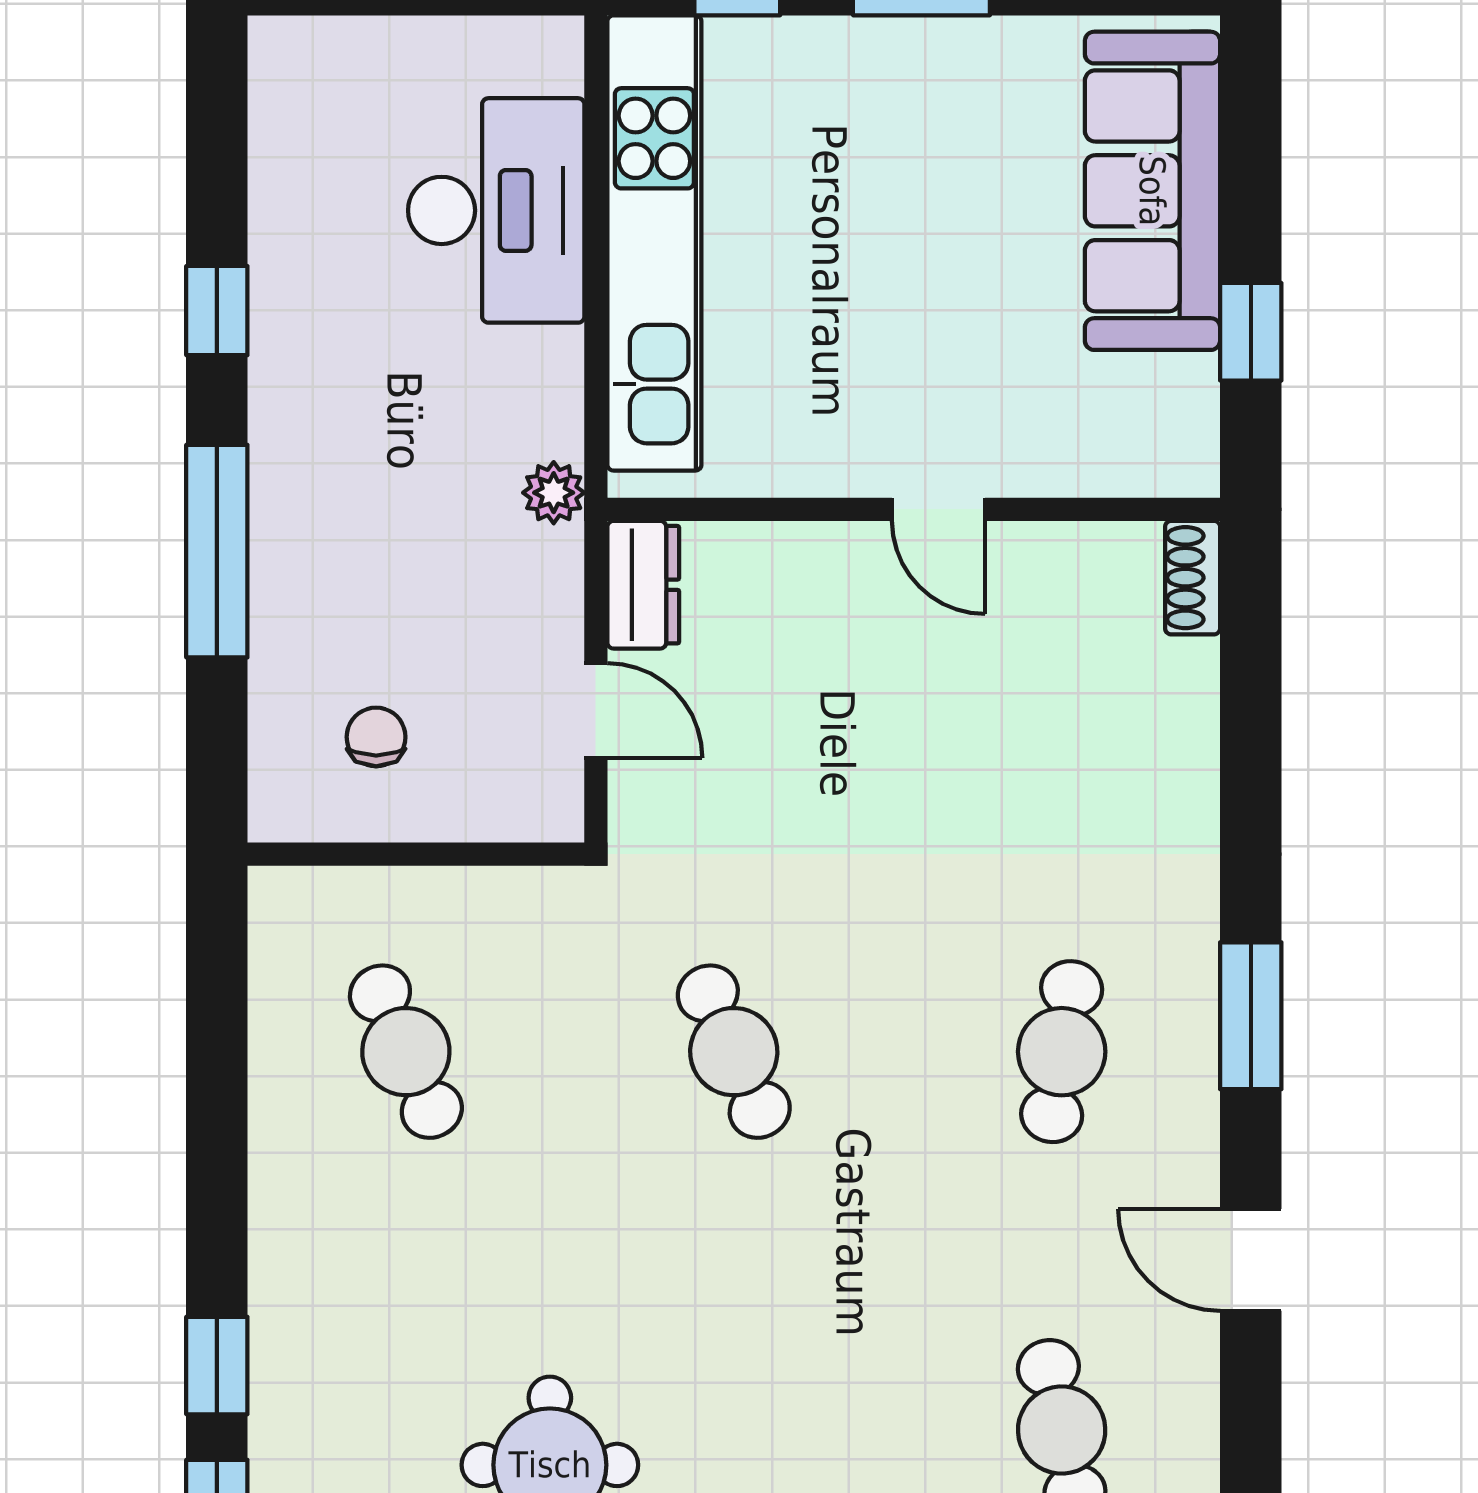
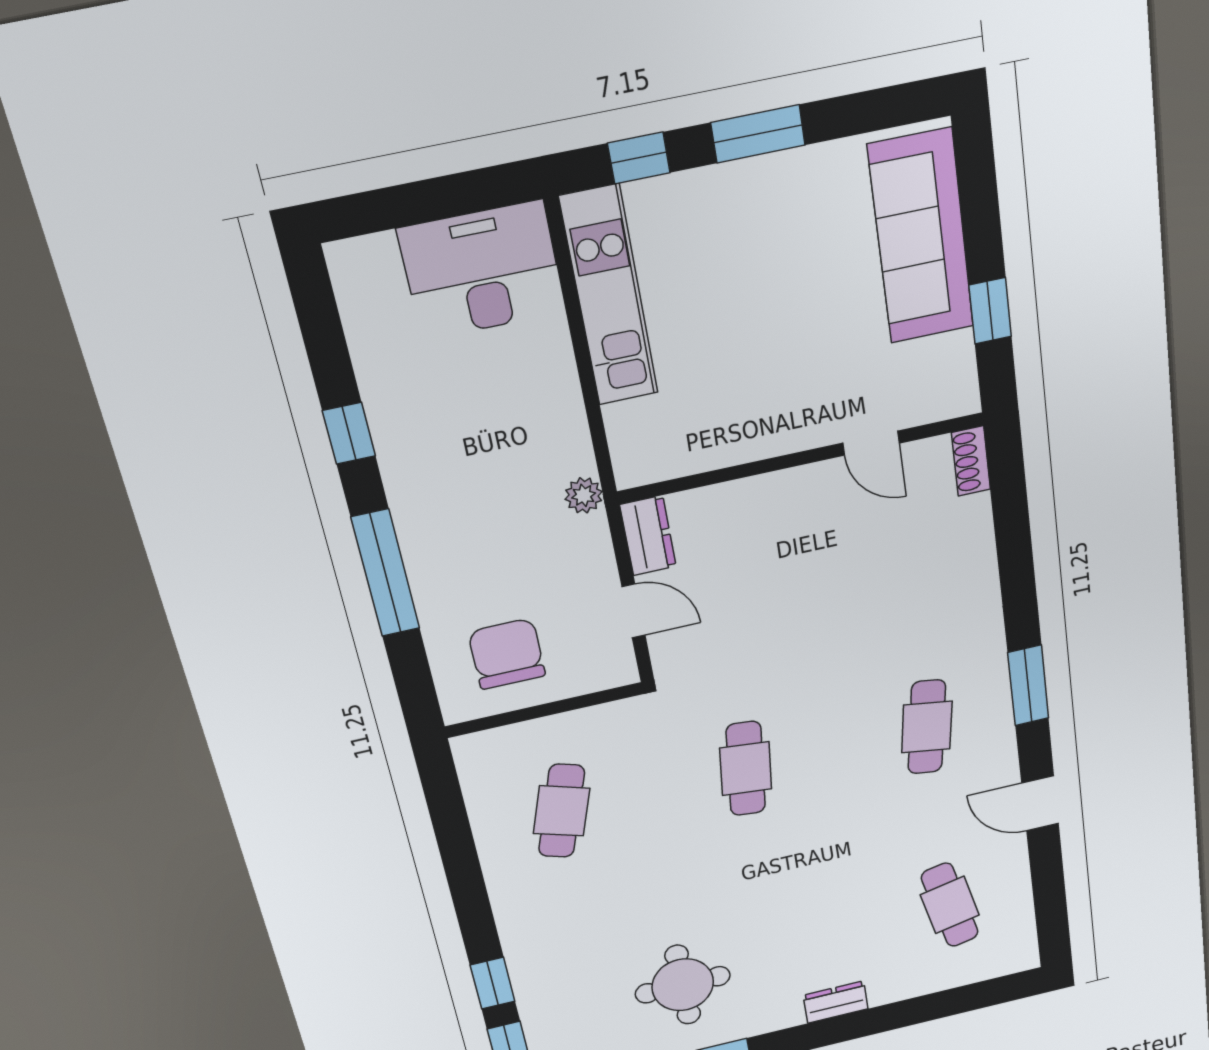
desk: (496, 210) -> (482, 270), moved, turned -90
kitchen unit: (654, 243) -> (609, 296), width x0.73
door: (939, 509) -> (871, 443), moved
chair: (376, 737) -> (507, 654), width x1.87, depth x1.87
cafe table: (406, 1052) -> (562, 811), turned 42
cafe table: (734, 1052) -> (746, 769), turned 30

